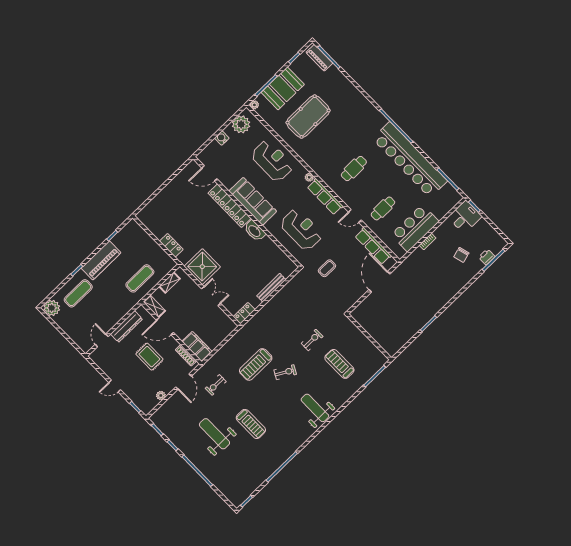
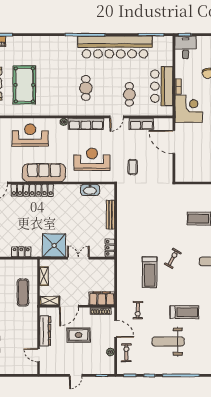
washbasin: (255, 231) -> (90, 190), moved
row of seats: (373, 246) -> (141, 124), width x0.68
corner desk: (418, 268) -> (189, 109), added
exercise bike: (312, 340) -> (126, 353), moved

